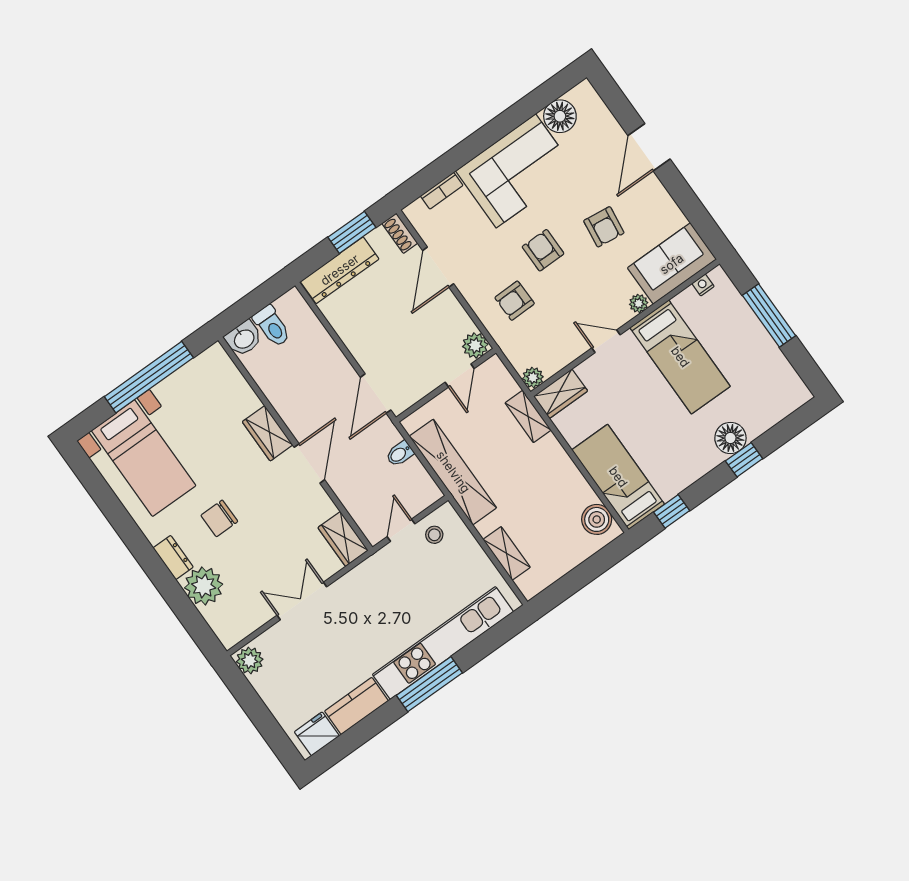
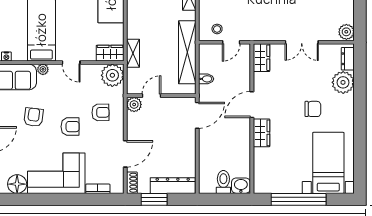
armchair: (543, 250) -> (70, 127), turned -90
plant: (533, 378) -> (112, 75), width x1.88, depth x1.88
dresser: (173, 558) -> (348, 59), moved

